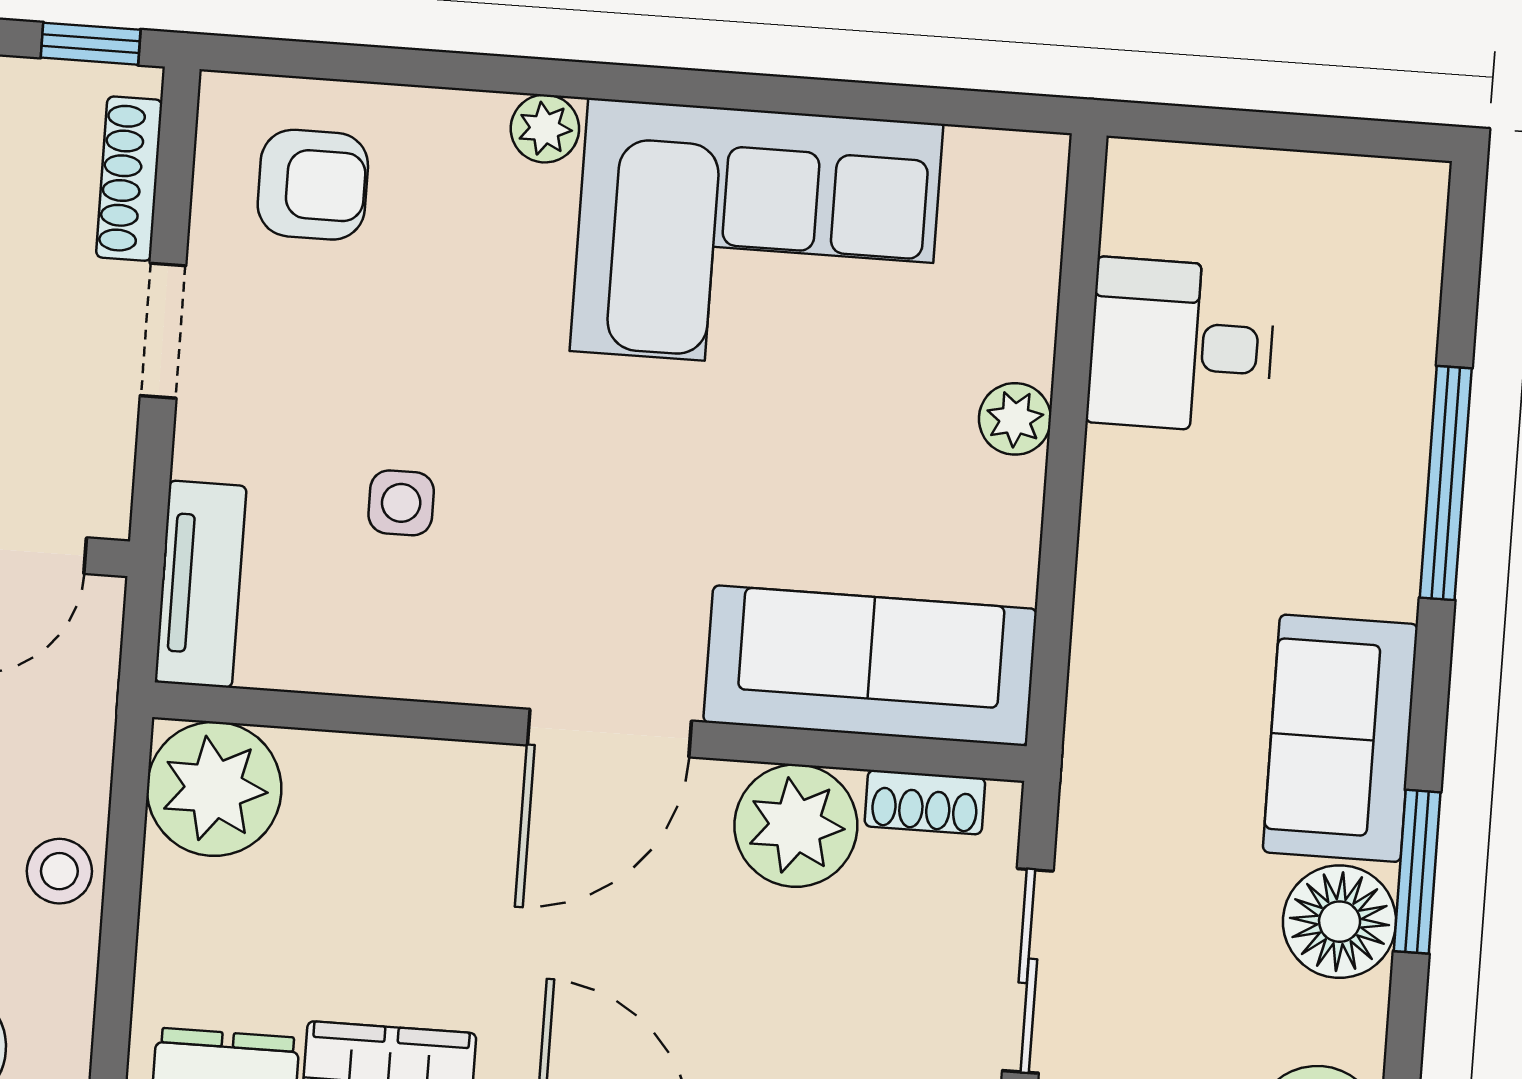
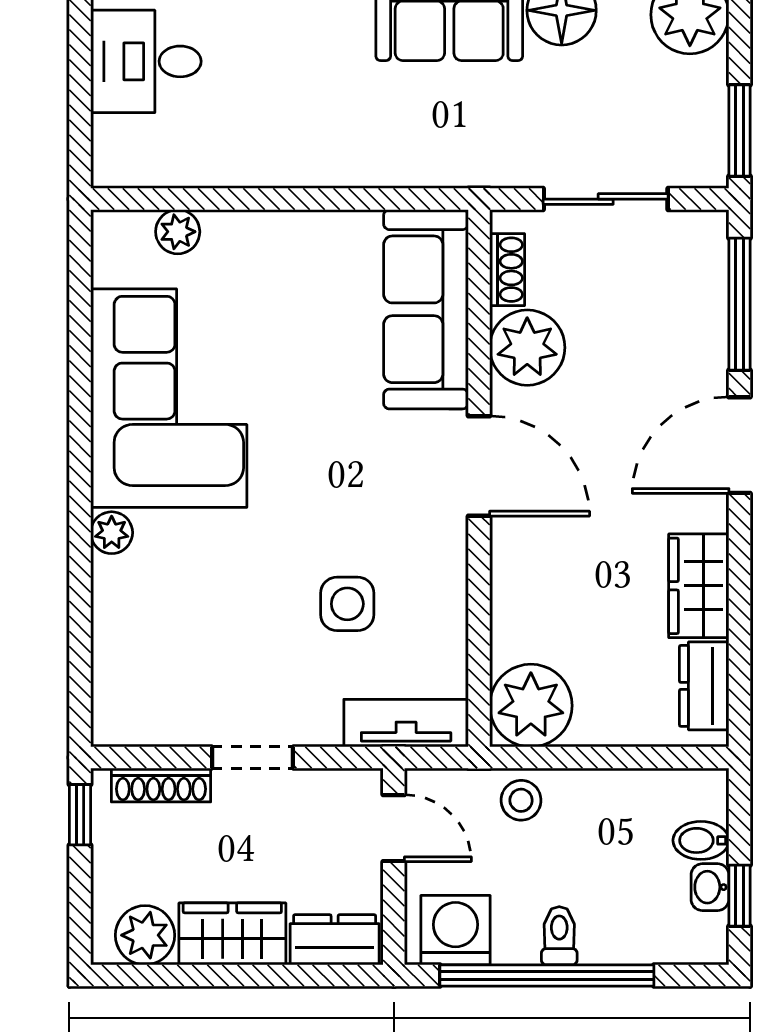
armchair: (313, 185) -> (156, 672), removed
desk: (1181, 346) -> (146, 61), moved, turned 90
plant: (1015, 419) -> (178, 232), moved
side table: (401, 503) -> (347, 604), width x1.37, depth x1.37
stool: (59, 871) -> (521, 800), moved

